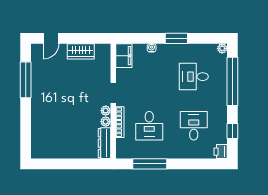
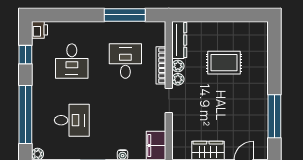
rug: (67, 124) -> (224, 63), added

